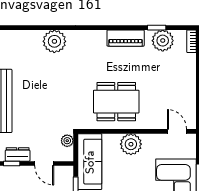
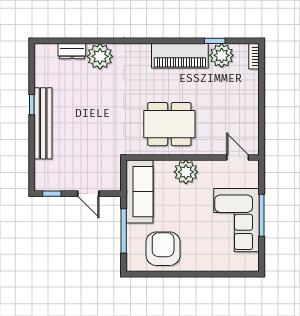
piano: (126, 38) -> (180, 56), width x1.37, depth x1.33
plant: (67, 141) -> (114, 168), removed
dresser: (18, 154) -> (72, 51), moved, turned 180

